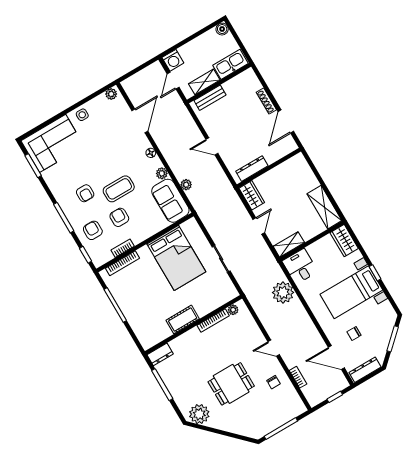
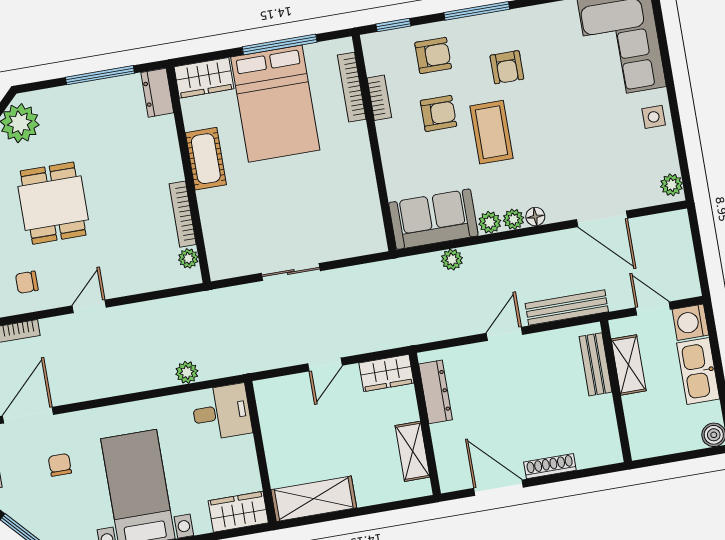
kitchen sink: (230, 64) -> (698, 371), moved, turned 180
bench: (188, 122) -> (567, 308), added
plant: (156, 163) -> (513, 219), added
armchair: (85, 193) -> (507, 67), turned -90
door: (259, 226) -> (325, 364), hinge flipped
shelving: (289, 244) -> (412, 451), moved
bed: (176, 258) -> (275, 104), moved, turned -90
plant: (283, 293) -> (187, 372), width x0.53, depth x0.53
wardrobe: (145, 335) -> (204, 78), added

